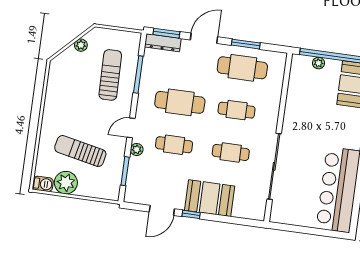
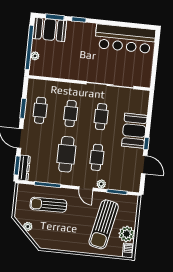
cafe table: (242, 68) -> (40, 110), width x0.73, depth x0.74
sun lounger: (80, 151) -> (104, 224), width x1.36, depth x1.34

